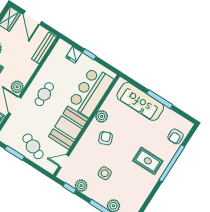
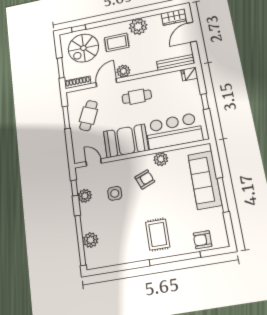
fridge: (74, 55) -> (189, 74), moved
cafe table: (33, 146) -> (88, 116), moved
side table: (105, 173) -> (115, 193), moved

